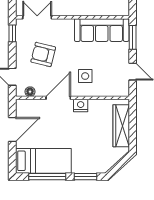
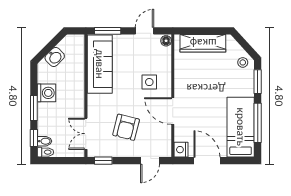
floor lamp: (30, 92) -> (166, 41), moved
nightstand: (81, 106) -> (181, 150), moved
stool: (103, 163) -> (243, 62), added

